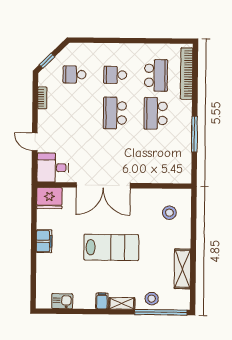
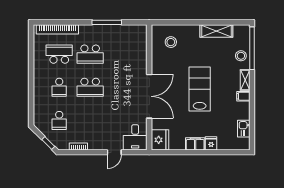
fridge: (44, 261) -> (211, 143), added

